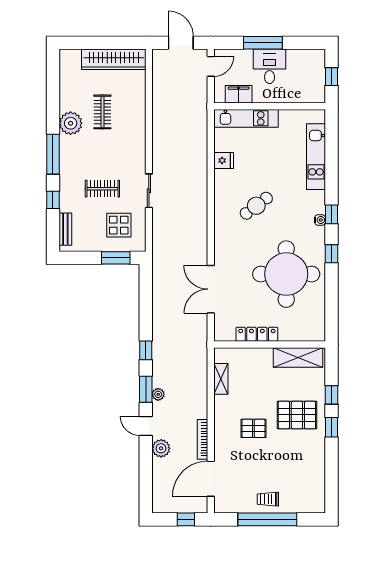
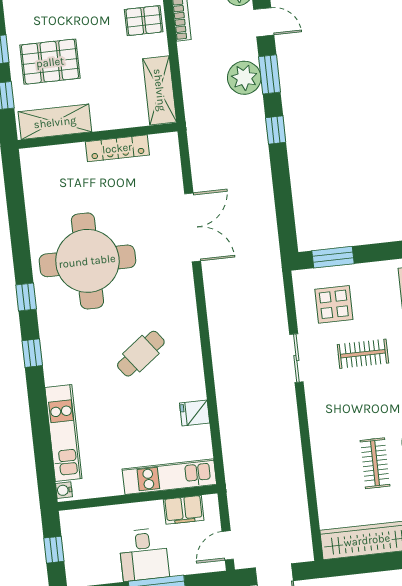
water cooler: (320, 220) -> (64, 490), moved
locker: (257, 334) -> (117, 148), moved
wall: (270, 345) -> (98, 136), moved
shelving: (298, 357) -> (55, 122), moved
shelving: (221, 379) -> (160, 90), width x1.50, depth x1.33
plant: (158, 394) -> (244, 78), width x1.87, depth x1.87
pallet: (253, 428) -> (144, 21), moved

